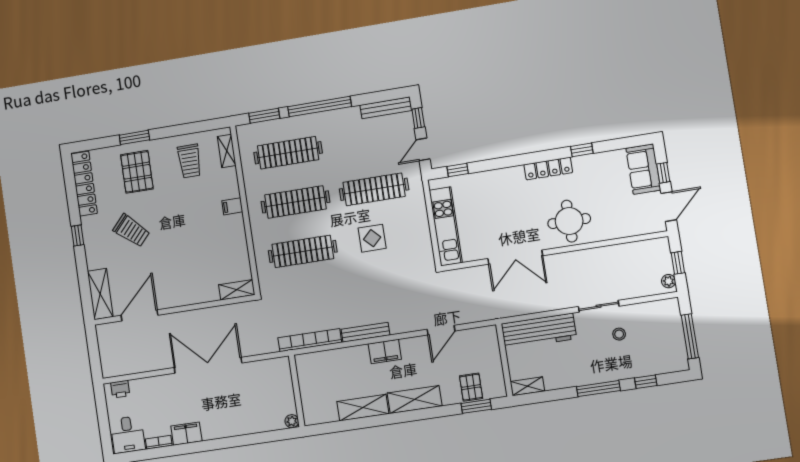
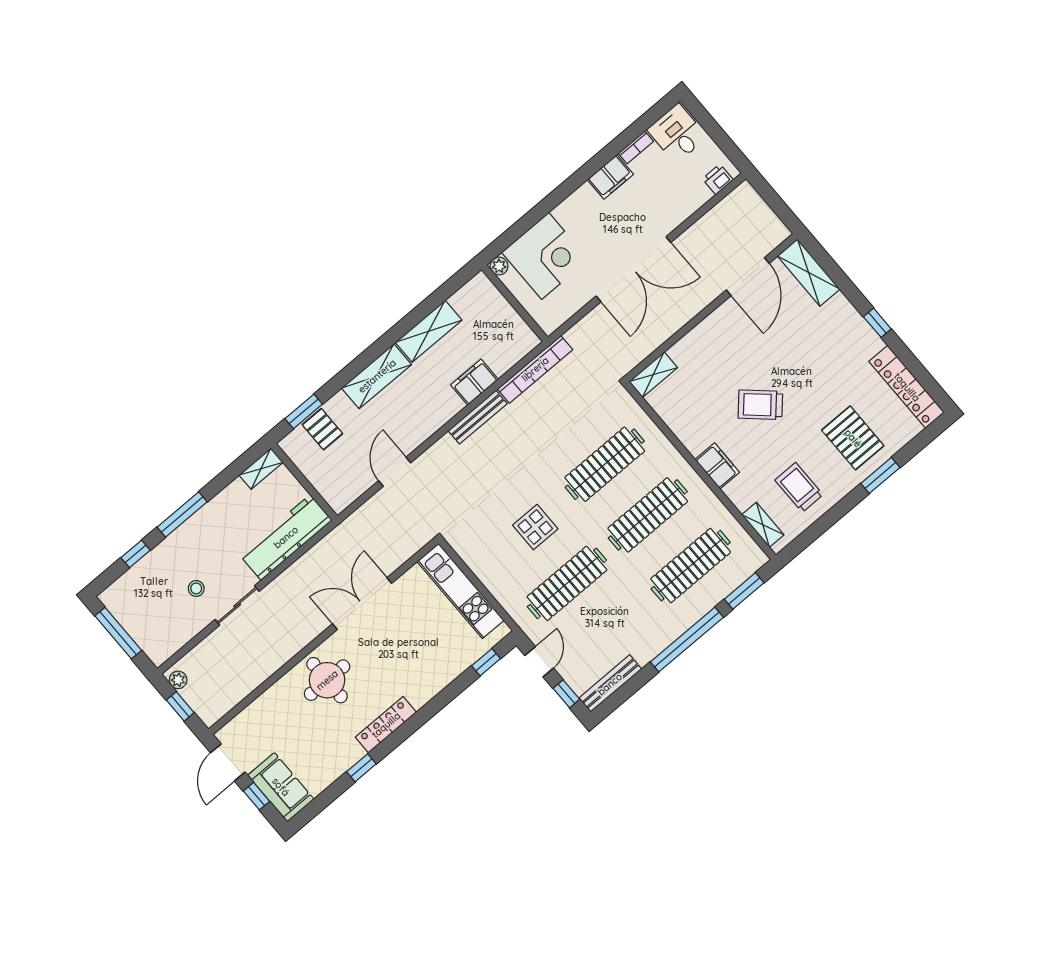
filing cabinet: (232, 206) -> (717, 466), width x2.00
trolley: (131, 231) -> (760, 405), moved
filing cabinet: (385, 351) -> (474, 382), moved
corner desk: (259, 409) -> (545, 256), added

